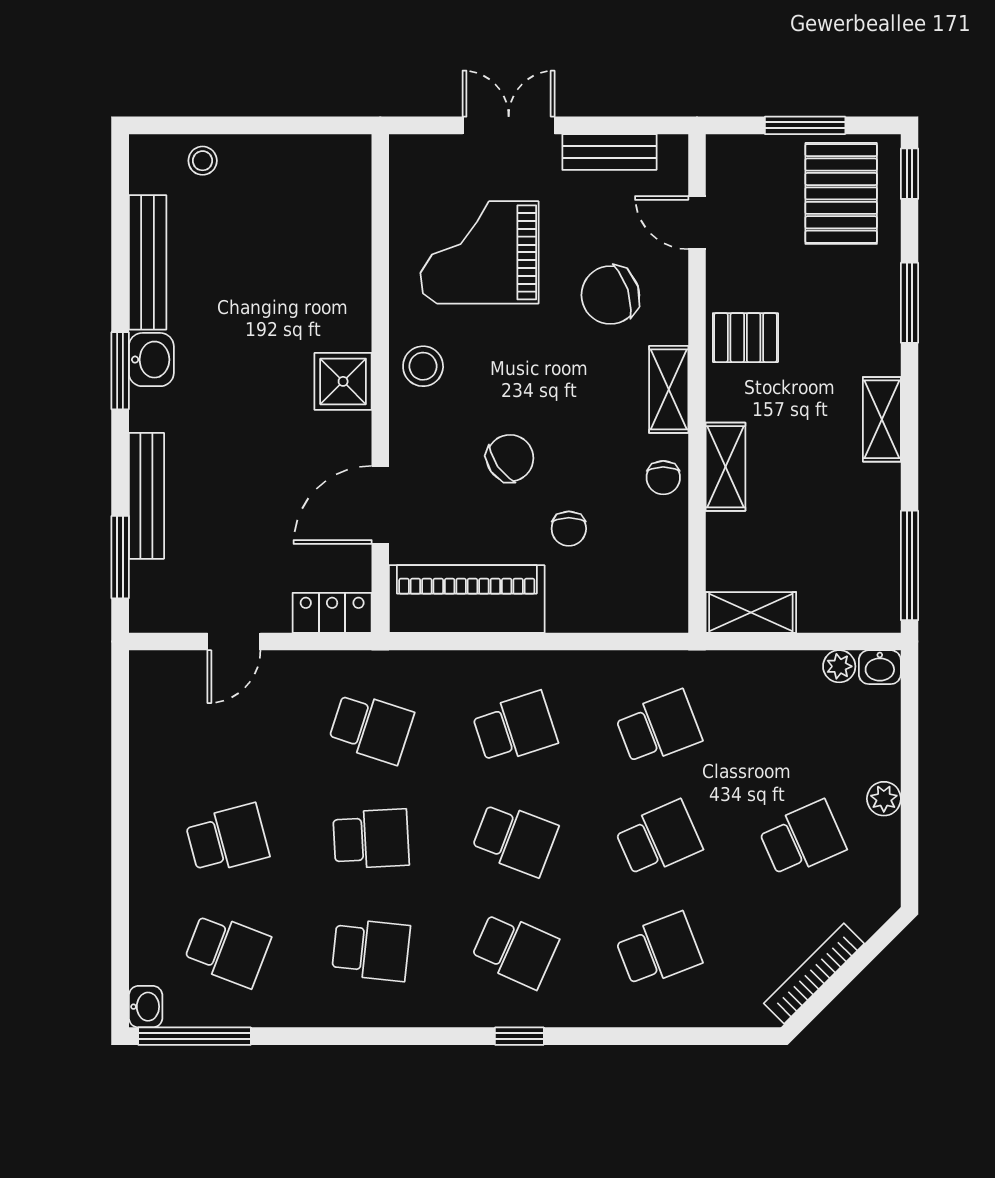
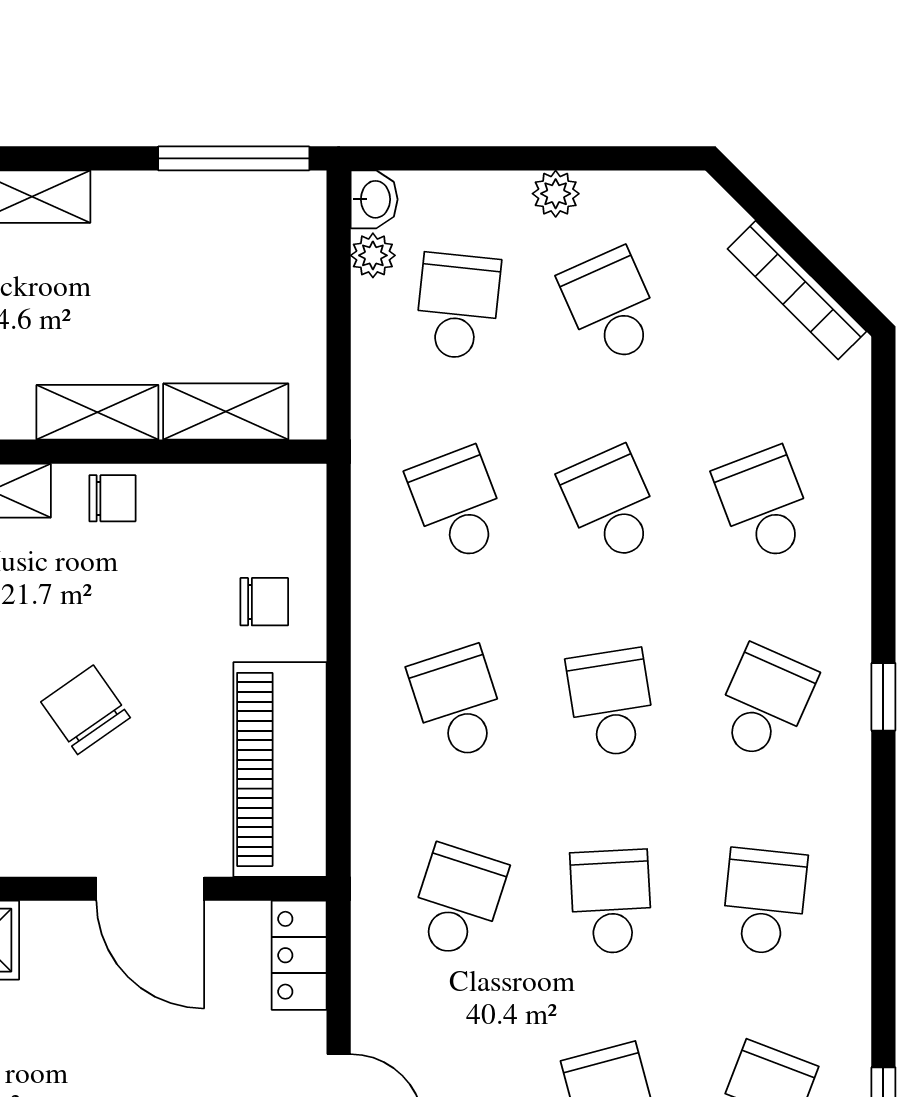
chair: (569, 529) -> (264, 602), moved
shelving: (751, 612) -> (226, 412), moved, turned 90
school desk: (802, 728) -> (458, 306), added
school desk: (515, 839) -> (611, 703), turned -30

